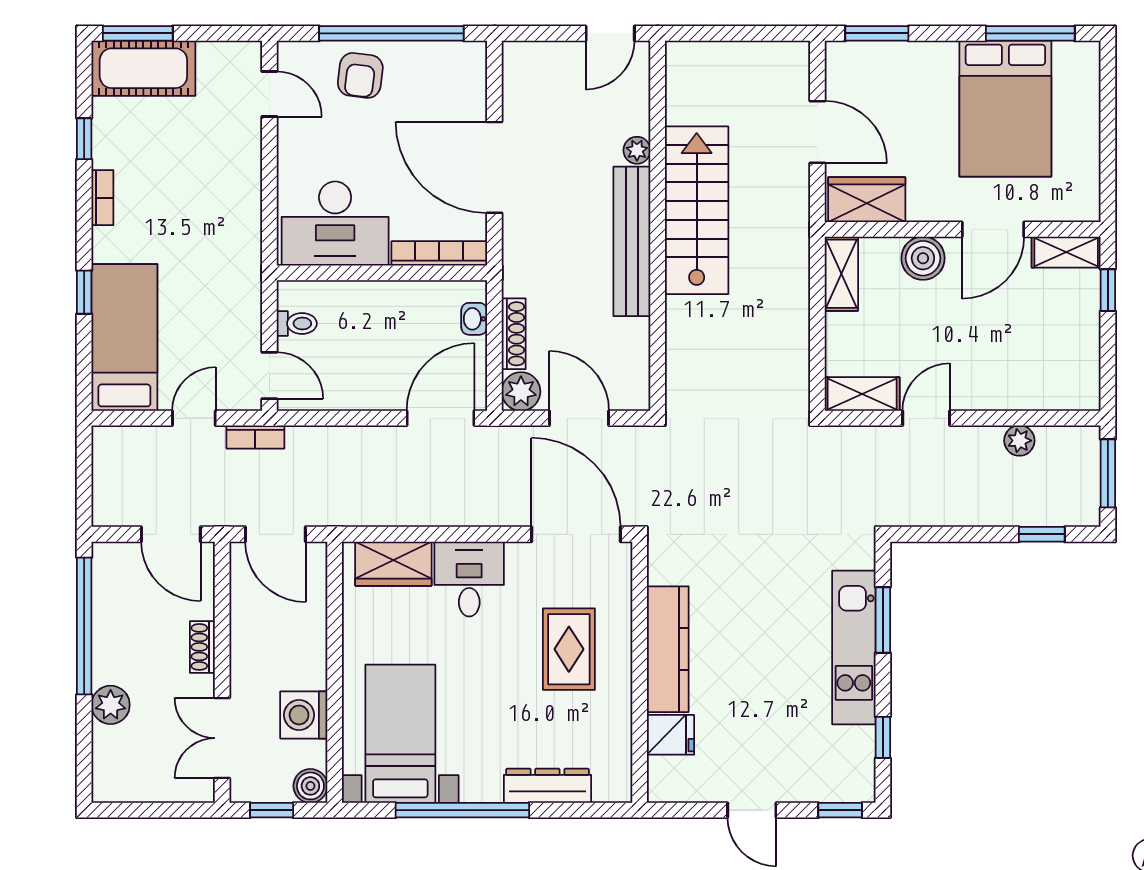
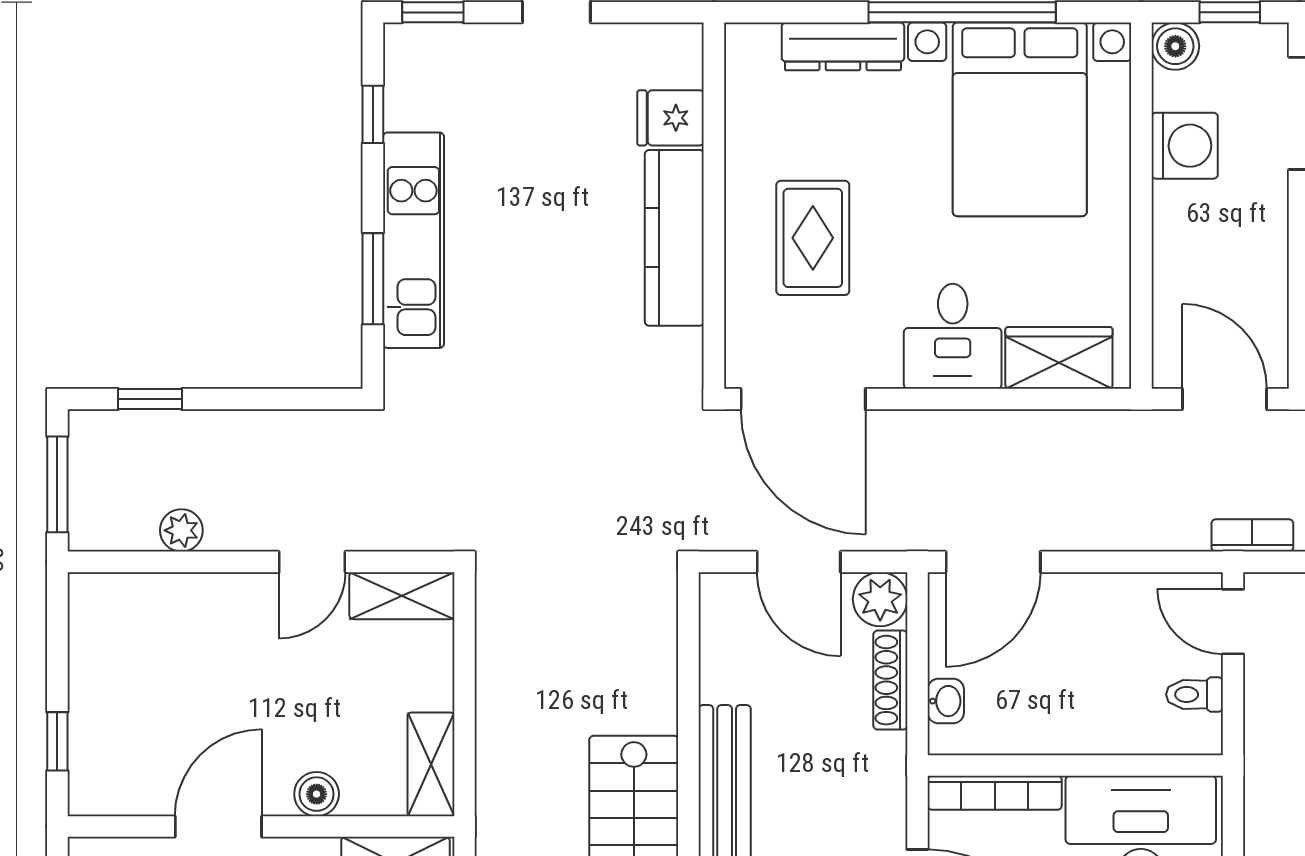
shelving: (1066, 252) -> (116, 795), removed
boiler: (923, 258) -> (317, 794), width x0.73, depth x0.73
bed with nightstands: (400, 734) -> (1020, 119), width x1.36

